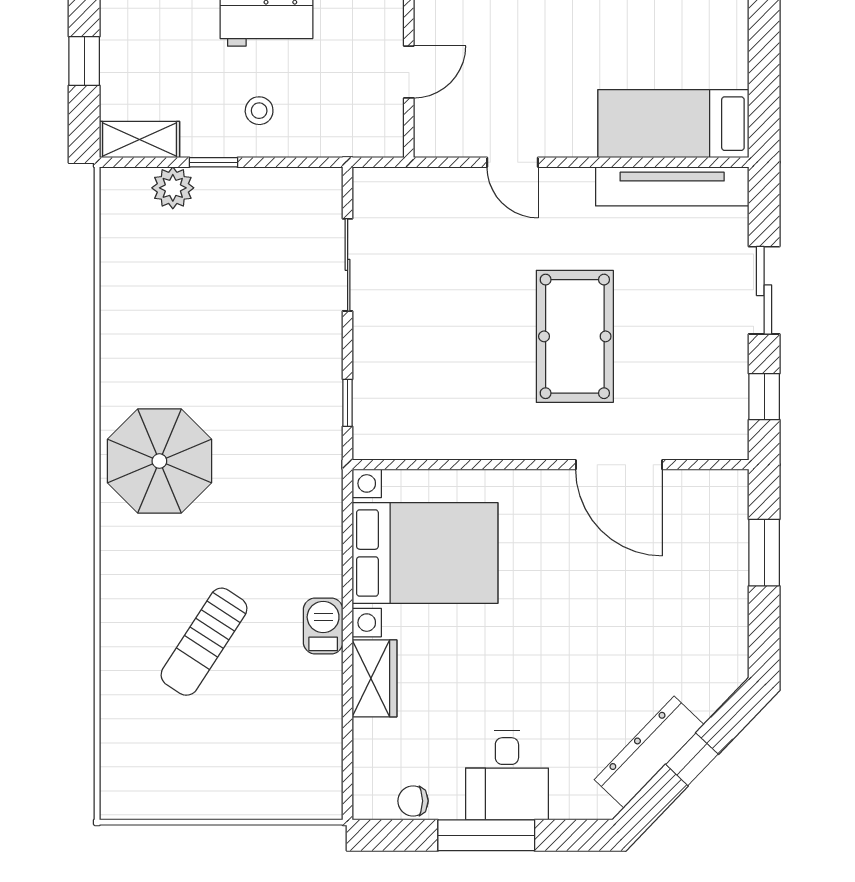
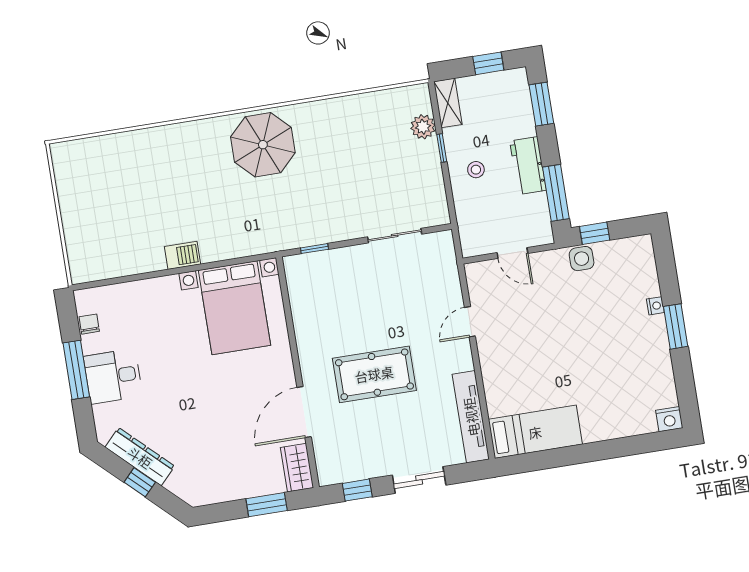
bed: (673, 124) -> (535, 432), moved, turned 90
sun lounger: (204, 642) -> (162, 188), removed
wardrobe: (374, 678) -> (297, 468), moved, turned 90

